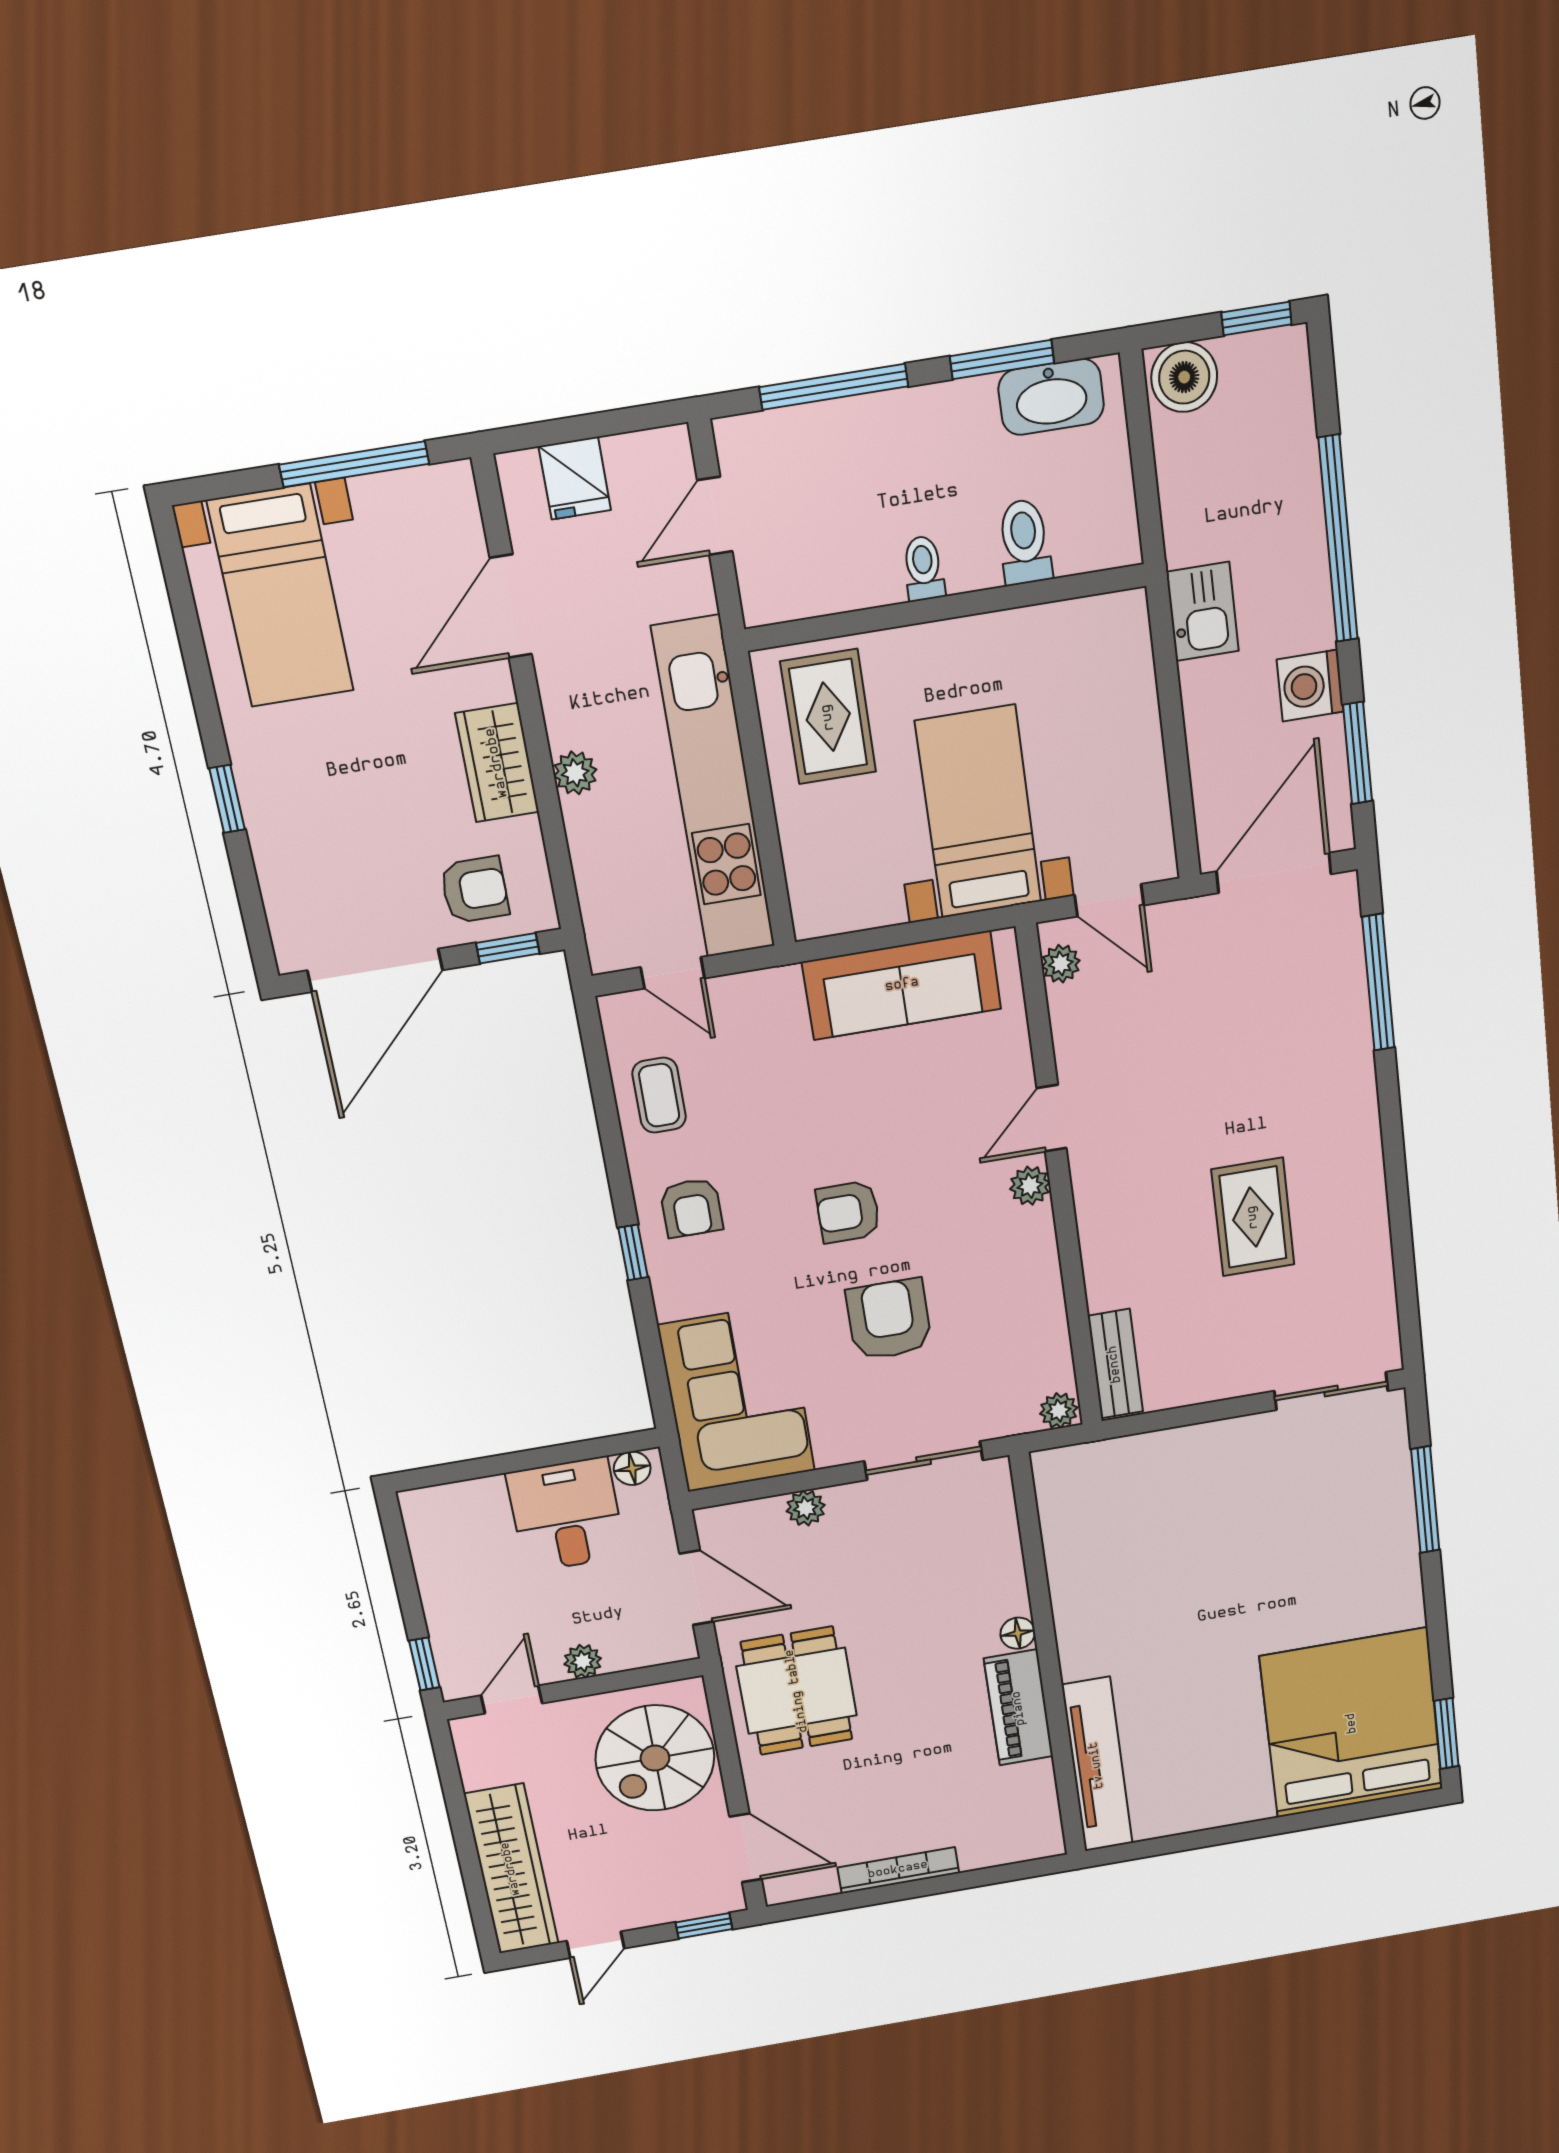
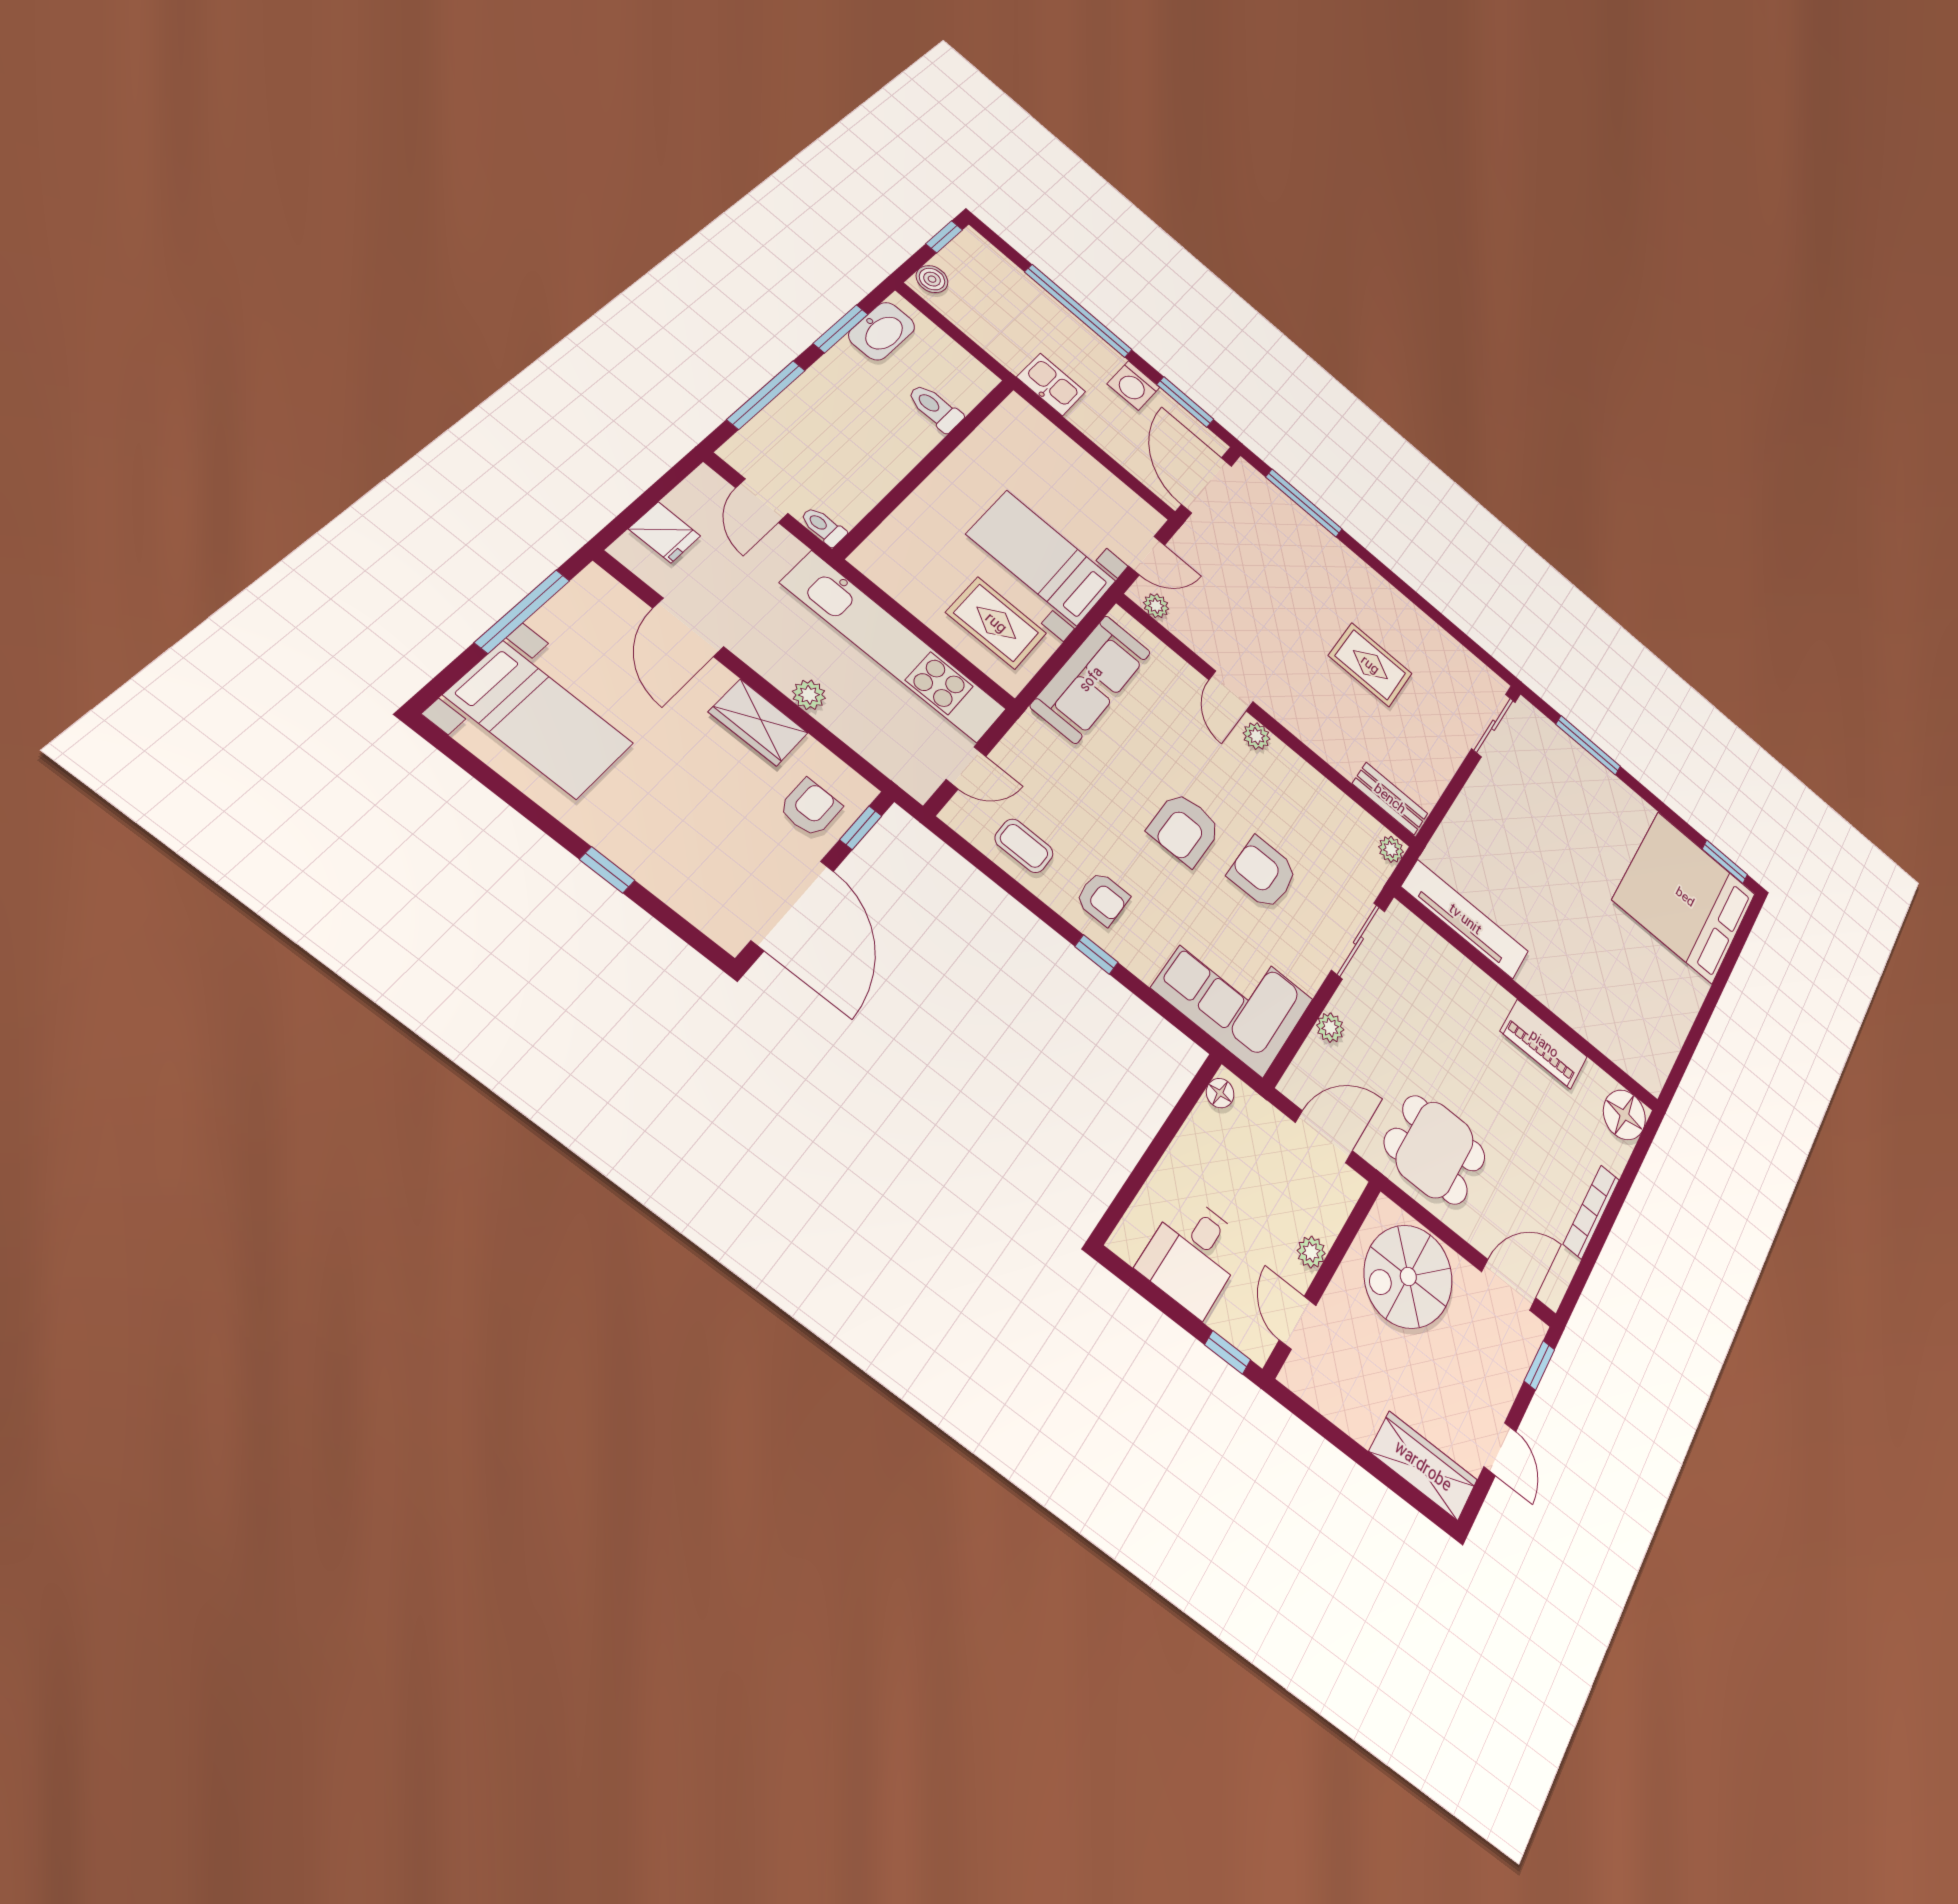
boiler: (1184, 377) -> (932, 279), width x0.73, depth x0.73
toilet: (924, 568) -> (823, 526), moved
rug: (828, 717) -> (996, 623), moved
armchair: (848, 1212) -> (1184, 829), width x1.38, depth x1.38
desk: (566, 1515) -> (1193, 1255), moved, turned -90
floor lamp: (1018, 1633) -> (1624, 1115), moved, width x1.89, depth x1.89
spiral stairs: (655, 1758) -> (1408, 1276), turned 90
tv unit: (1097, 1765) -> (1465, 919), moved
wardrobe: (511, 1869) -> (1423, 1466), width x0.71, depth x0.85

